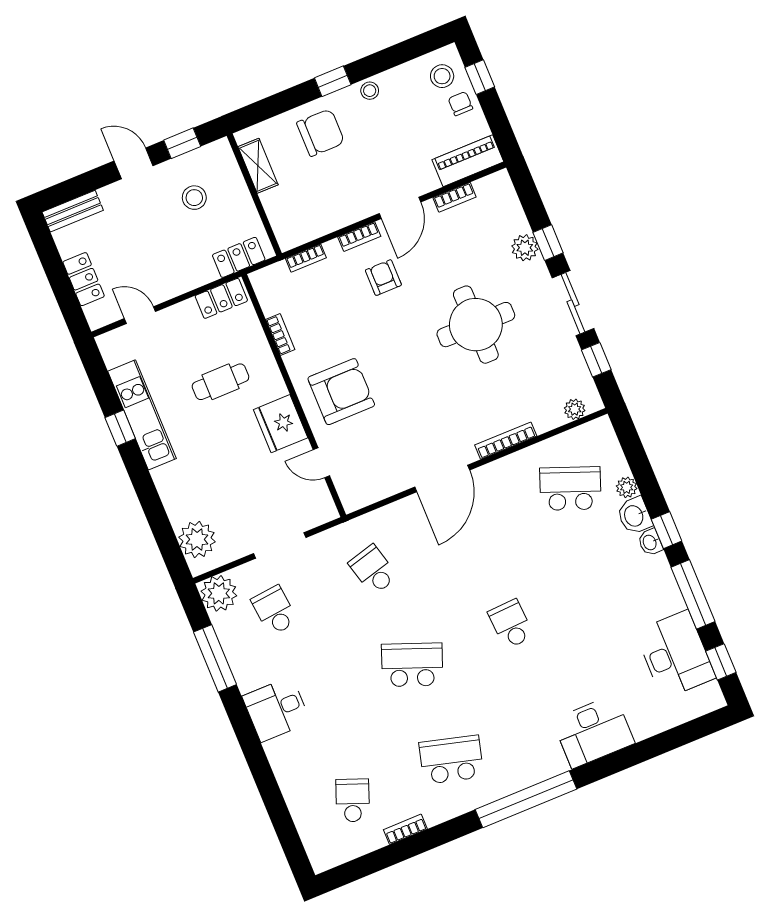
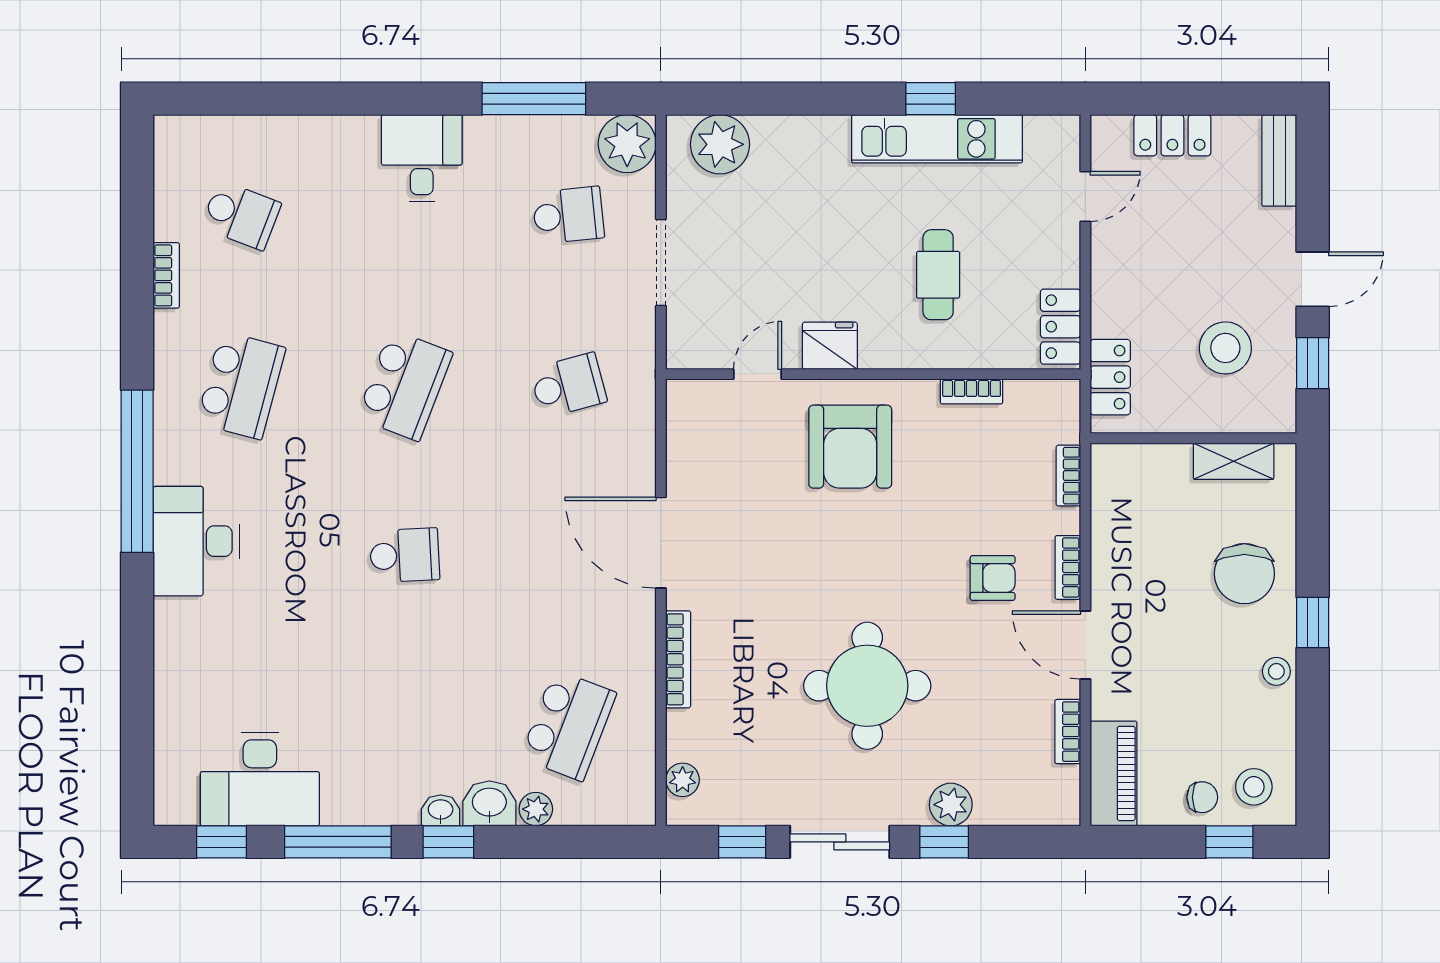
stool: (194, 198) -> (1225, 348), width x1.38, depth x1.38
fridge: (281, 424) -> (830, 346), width x0.73, depth x0.75
desk: (593, 732) -> (196, 541), moved

